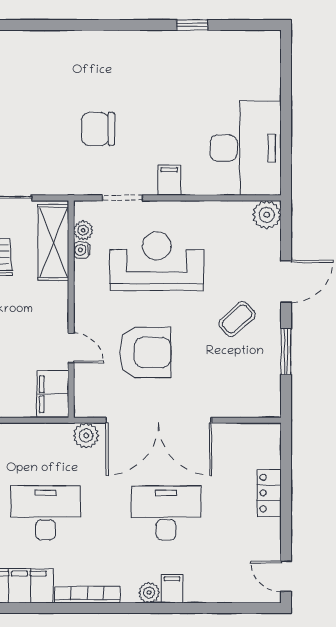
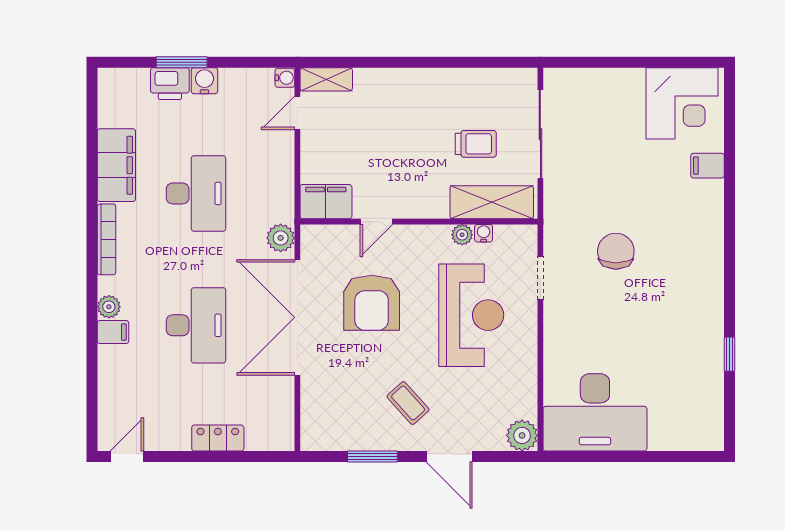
filing cabinet: (169, 180) -> (708, 166), moved, turned 180
plant: (83, 230) -> (462, 235), moved

